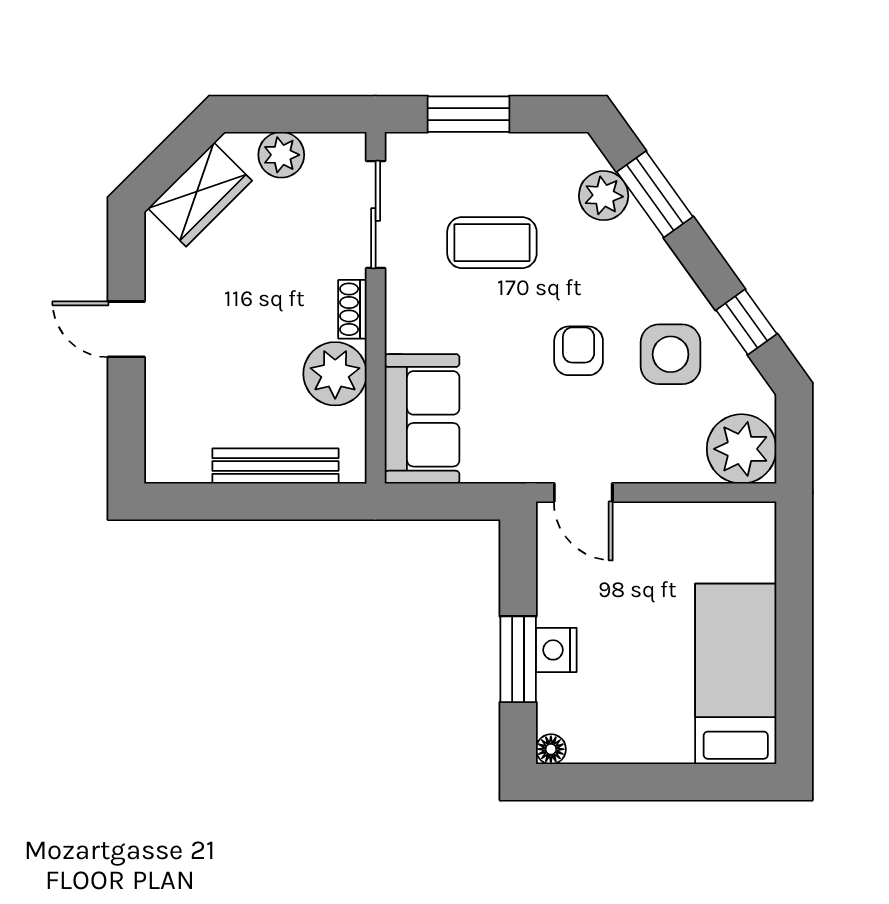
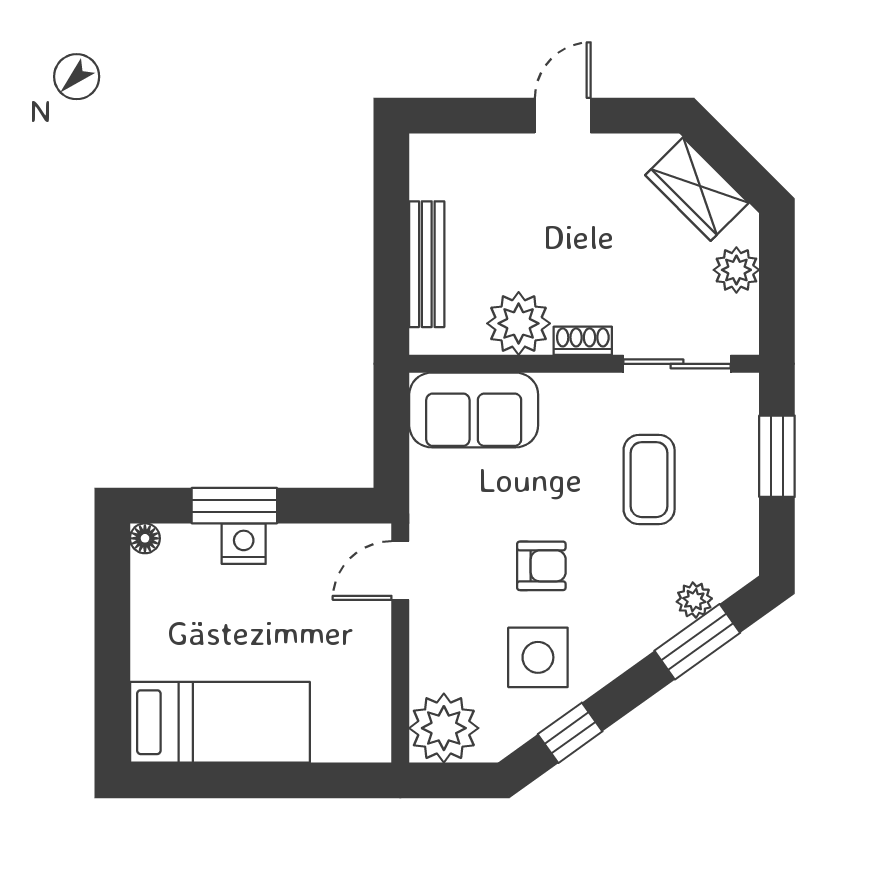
plant: (604, 196) -> (694, 600), width x0.73, depth x0.73

